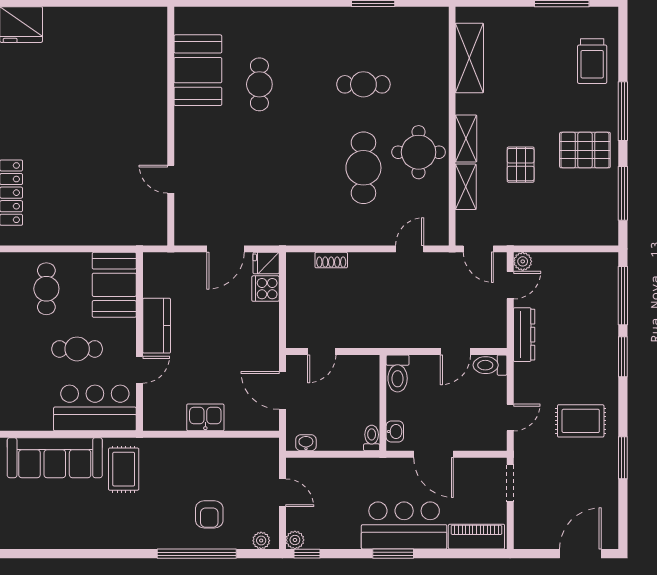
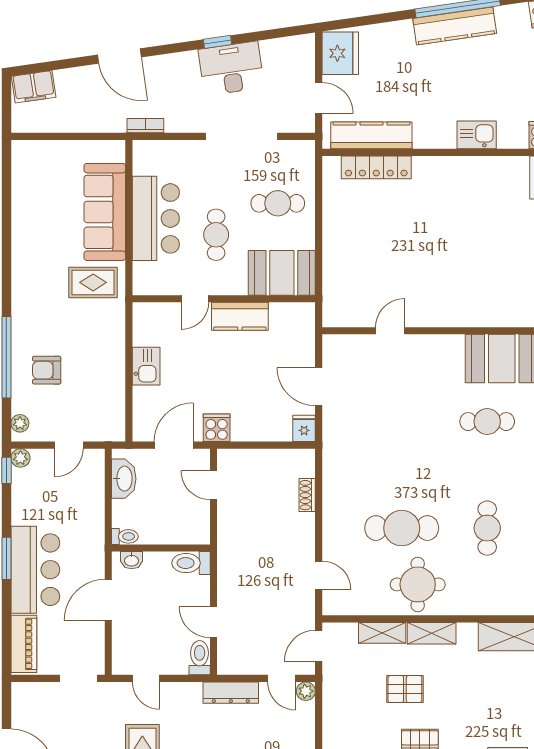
cooker: (265, 289) -> (217, 428), moved
door: (140, 370) -> (195, 299), hinge flipped
bar counter: (95, 408) -> (156, 218), moved
washbasin: (306, 443) -> (124, 479), width x1.91, depth x1.45

